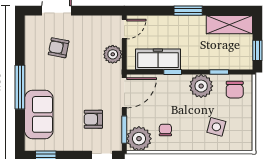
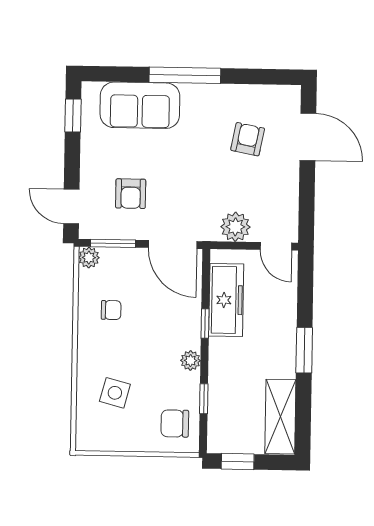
plant: (201, 86) -> (190, 361), width x0.53, depth x0.53
armchair: (93, 119) -> (131, 194), turned 180
plant: (139, 139) -> (89, 258), width x0.53, depth x0.53

